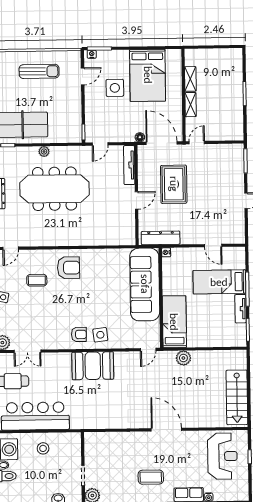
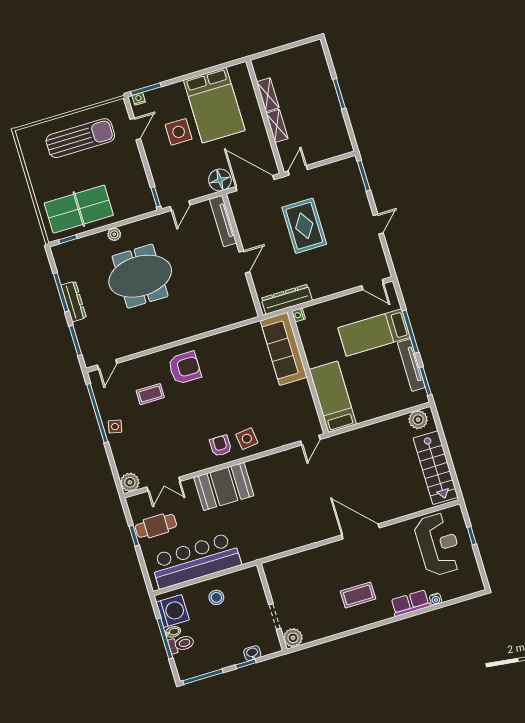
sun lounger: (39, 71) -> (80, 138), width x1.36, depth x1.34
floor lamp: (140, 137) -> (220, 180), width x1.89, depth x1.89
rug: (174, 184) -> (304, 226), moved
meeting table: (55, 189) -> (140, 276), width x0.73
door: (213, 246) -> (373, 285), moved
sofa: (145, 284) -> (284, 349), width x0.74, depth x0.79
tv unit: (241, 309) -> (411, 365), width x1.41
armchair: (79, 334) -> (221, 446), turned -90
plant: (183, 358) -> (418, 420), moved
booth: (93, 366) -> (224, 486), moved

